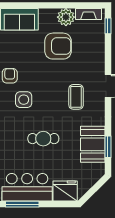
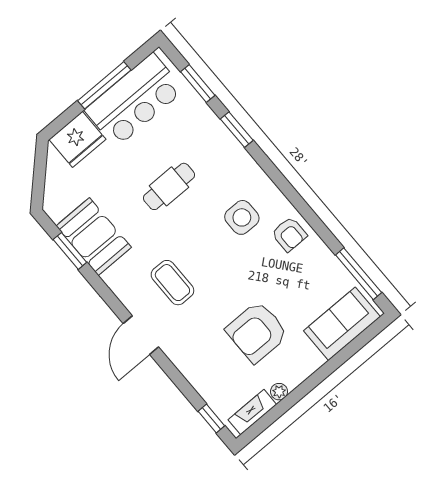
plant: (66, 17) -> (279, 392), width x0.53, depth x0.53
window: (22, 204) -> (104, 85), moved

